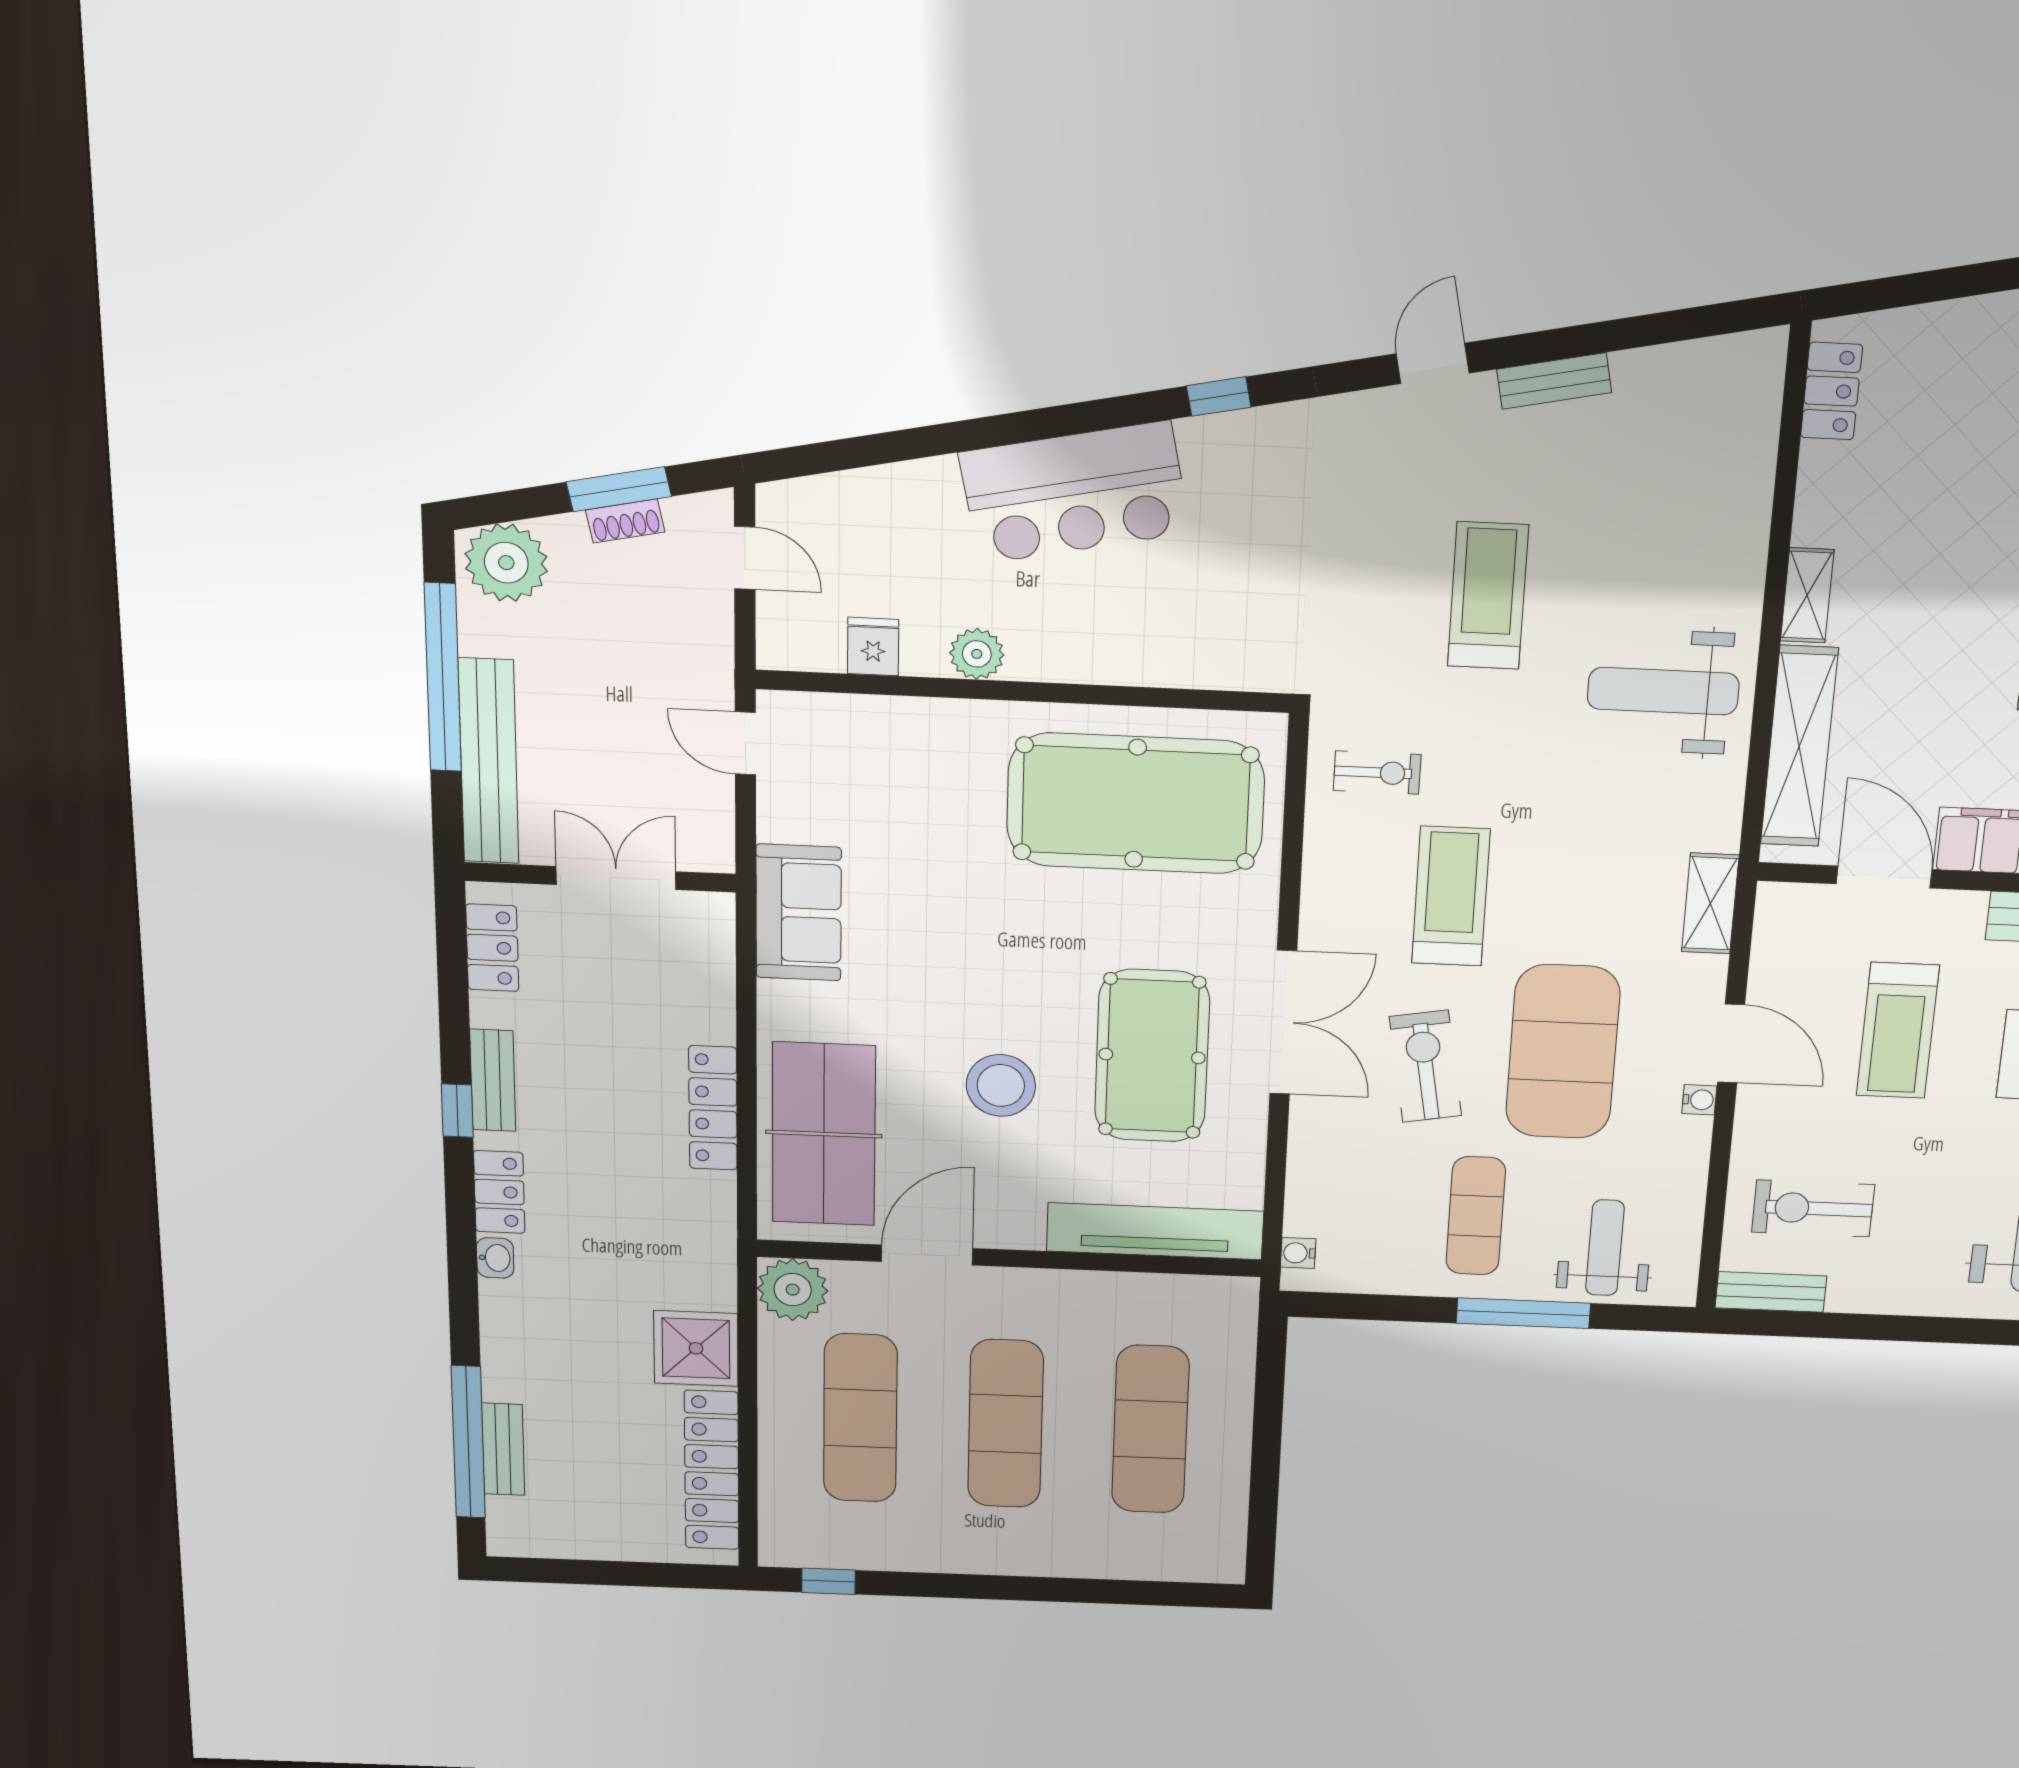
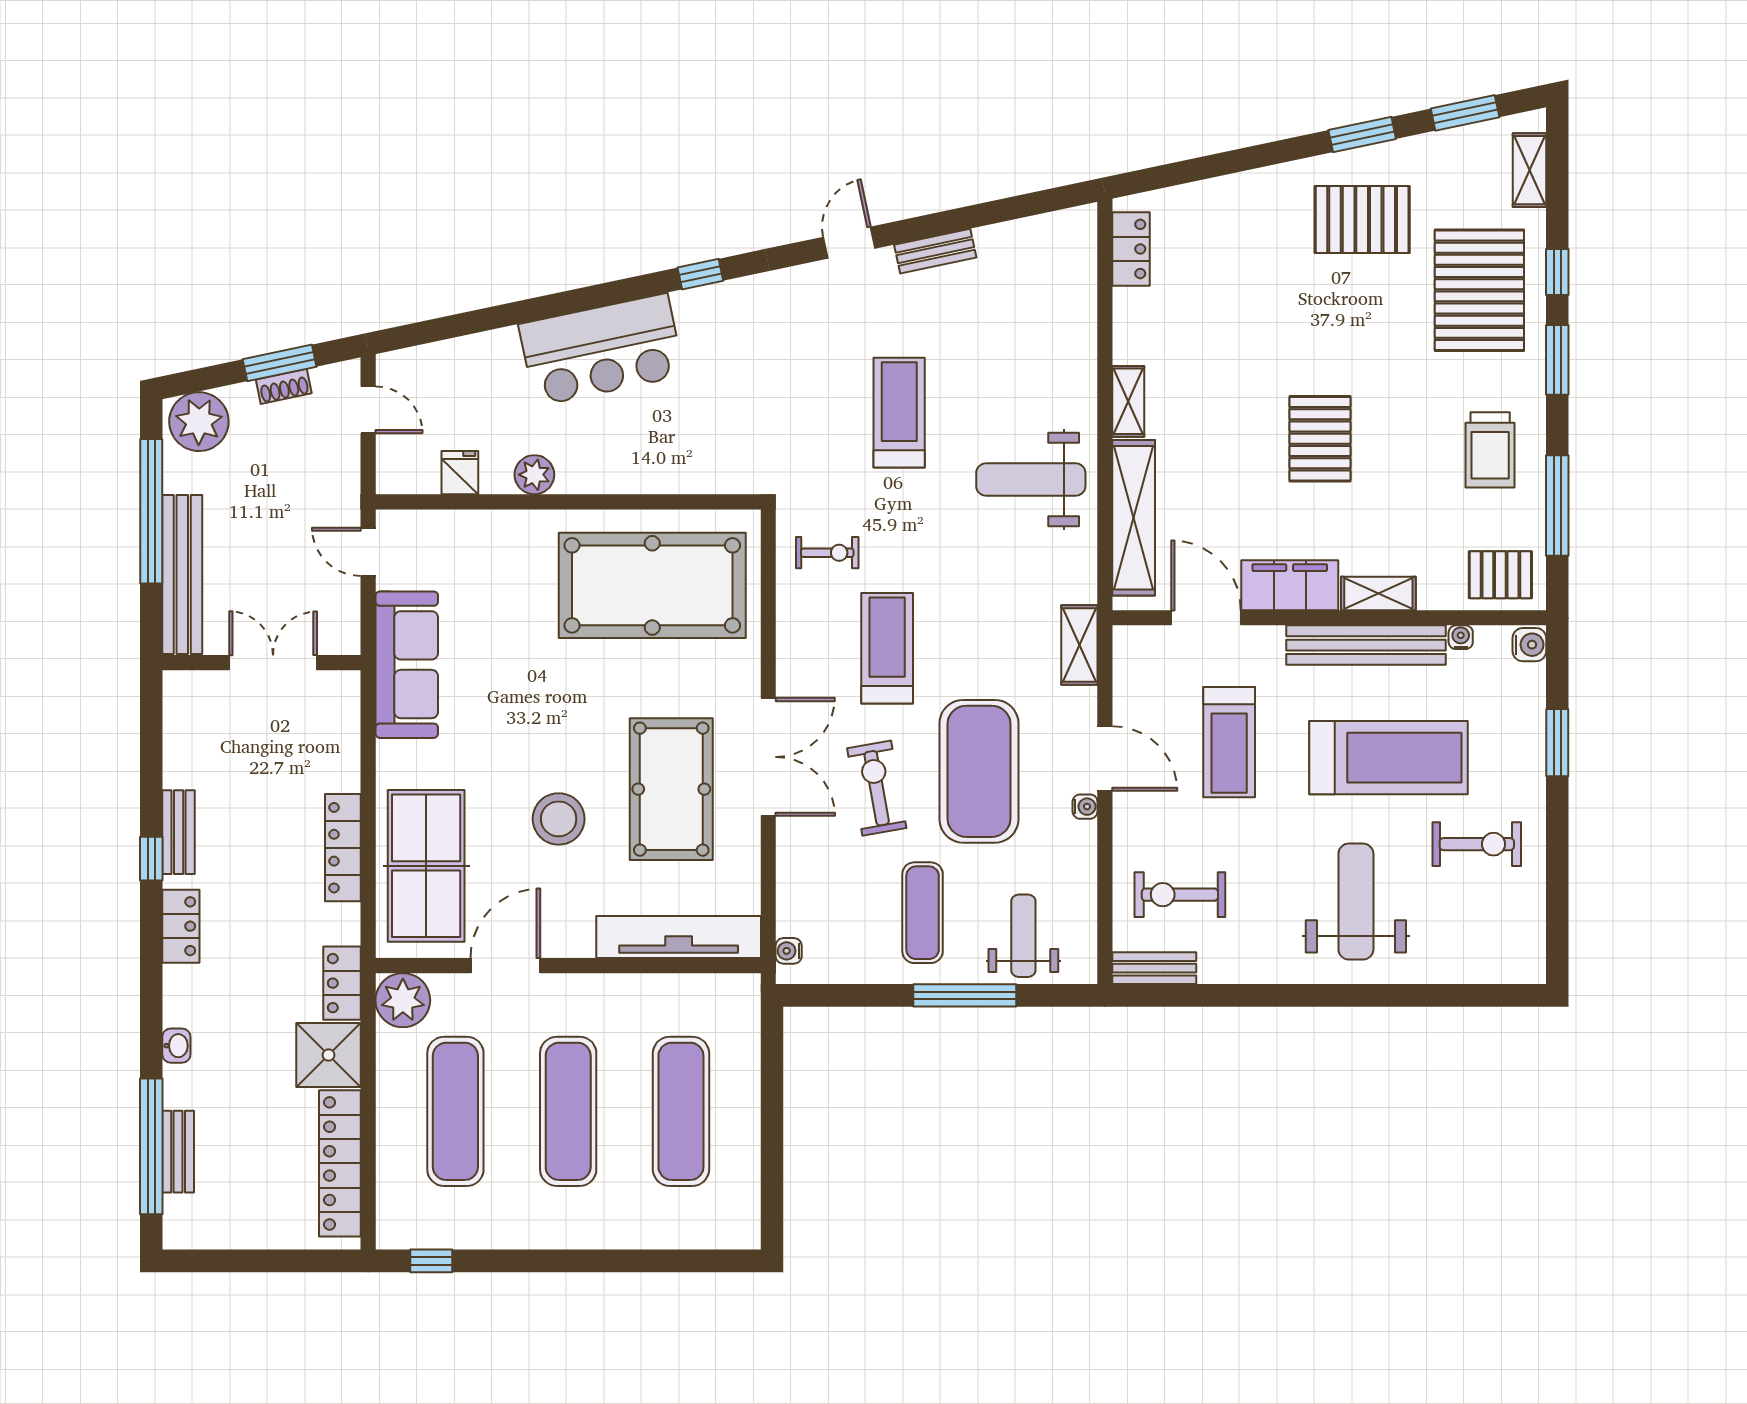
sofa: (799, 913) -> (407, 665), width x1.36
locker: (492, 948) -> (342, 983), moved, turned 180
washbasin: (495, 1258) -> (176, 1046), moved

